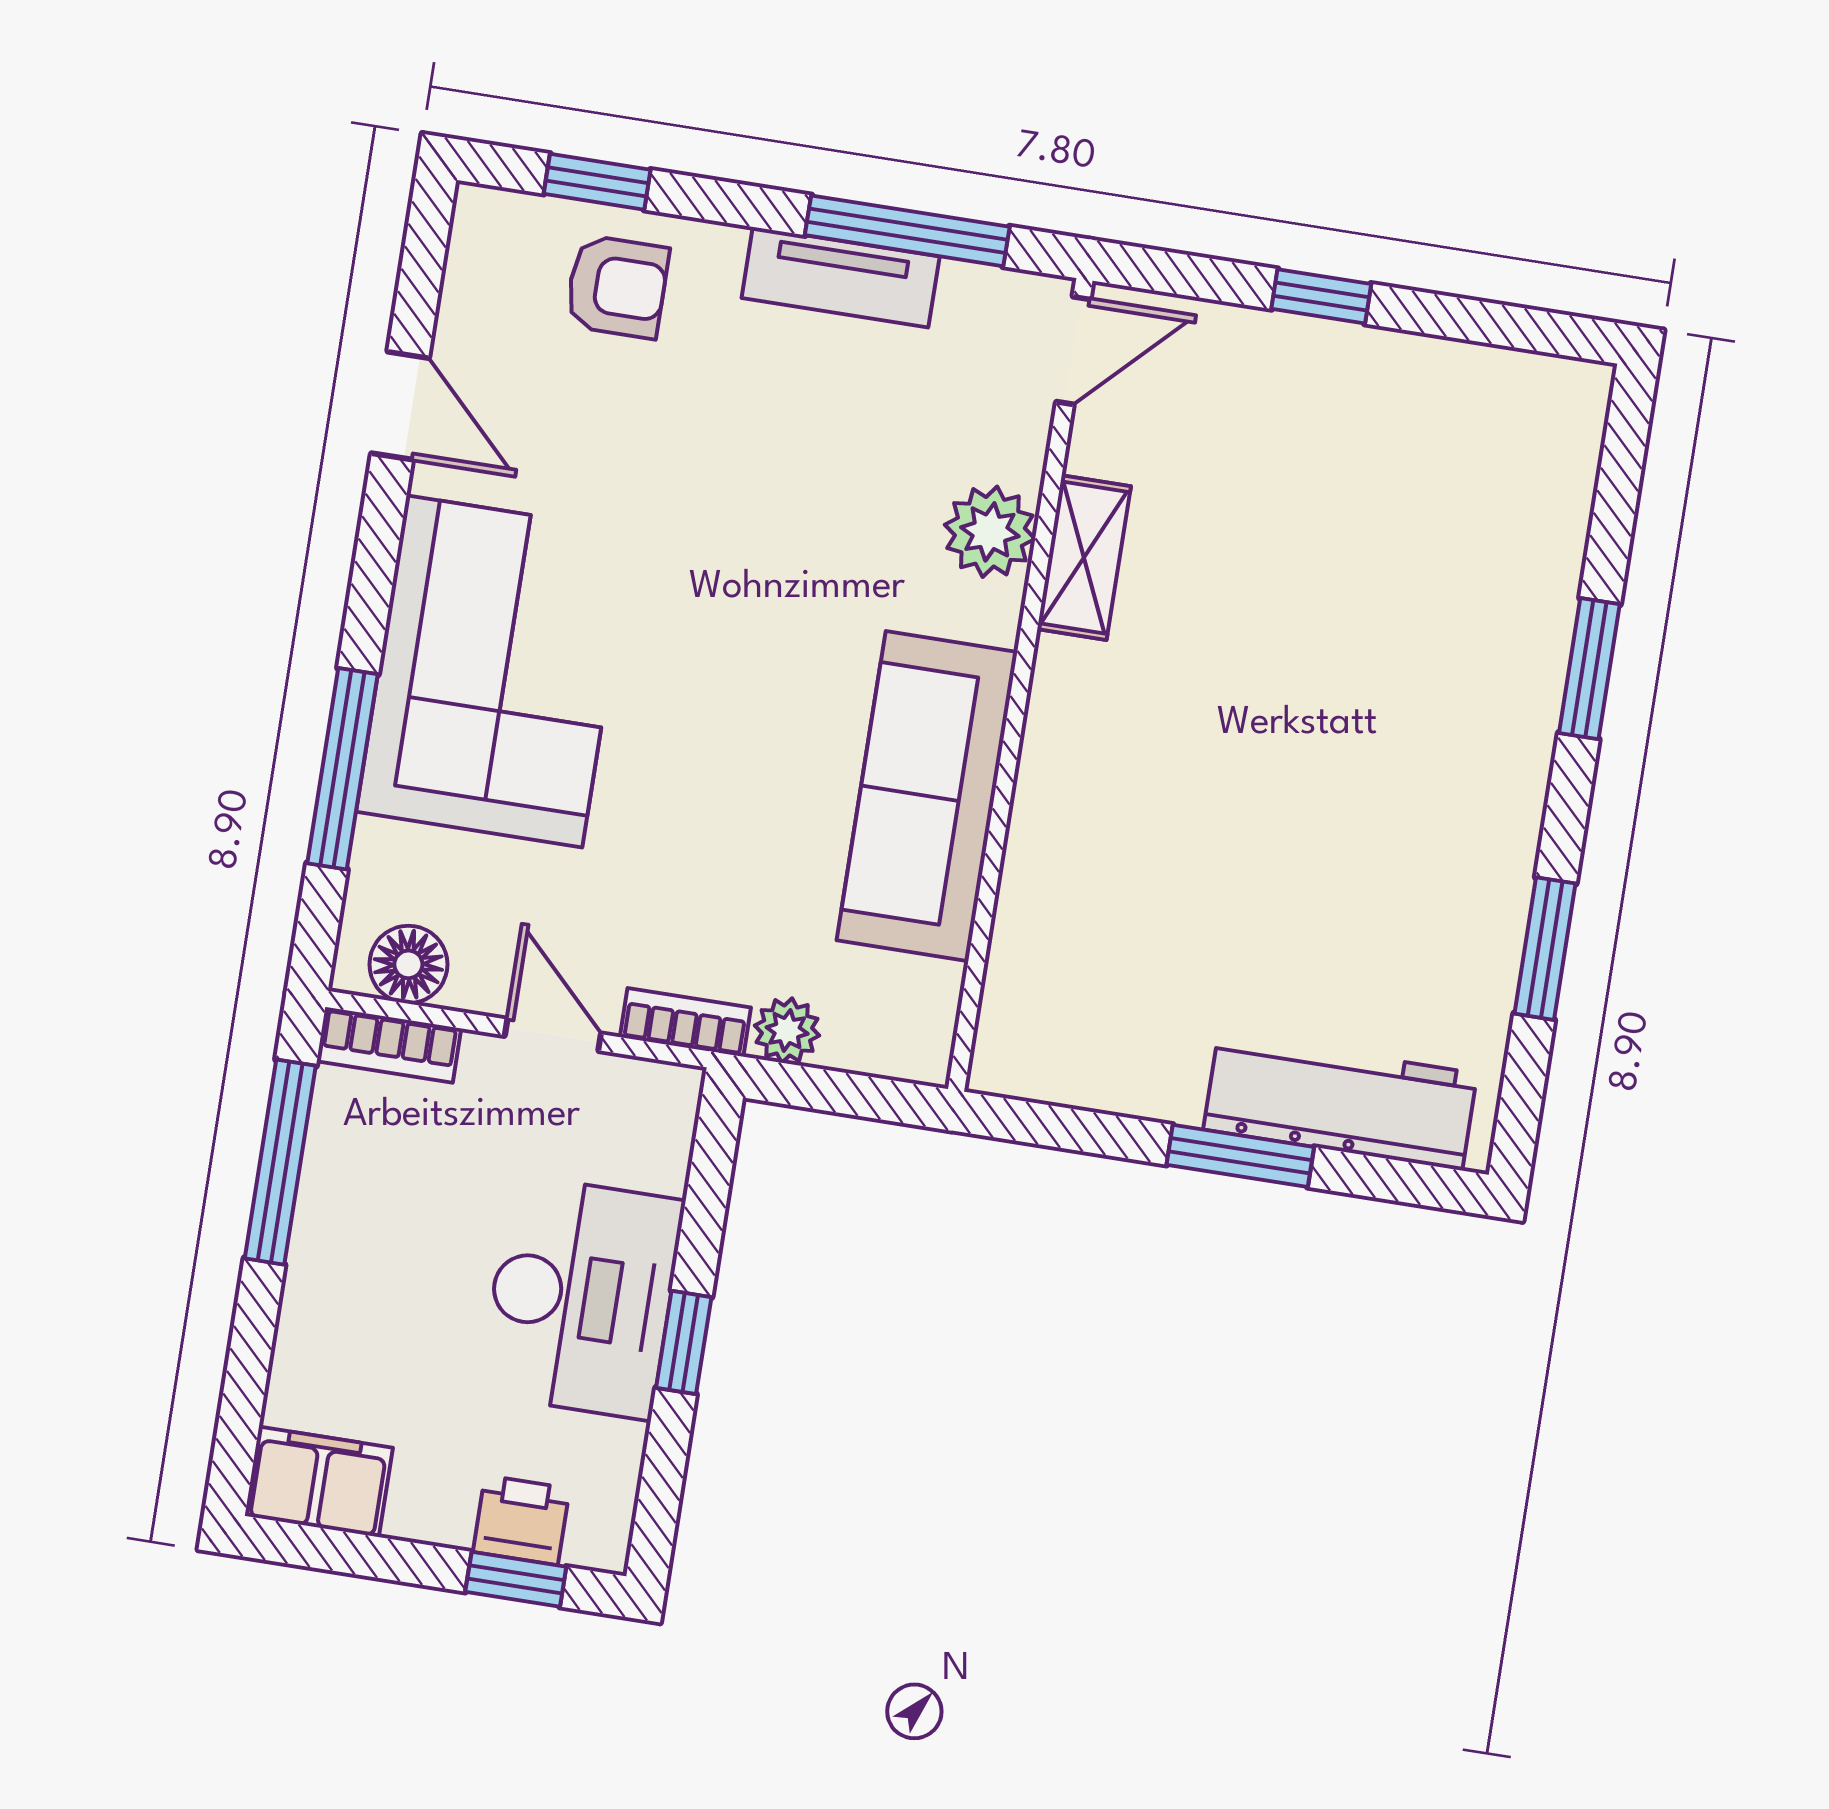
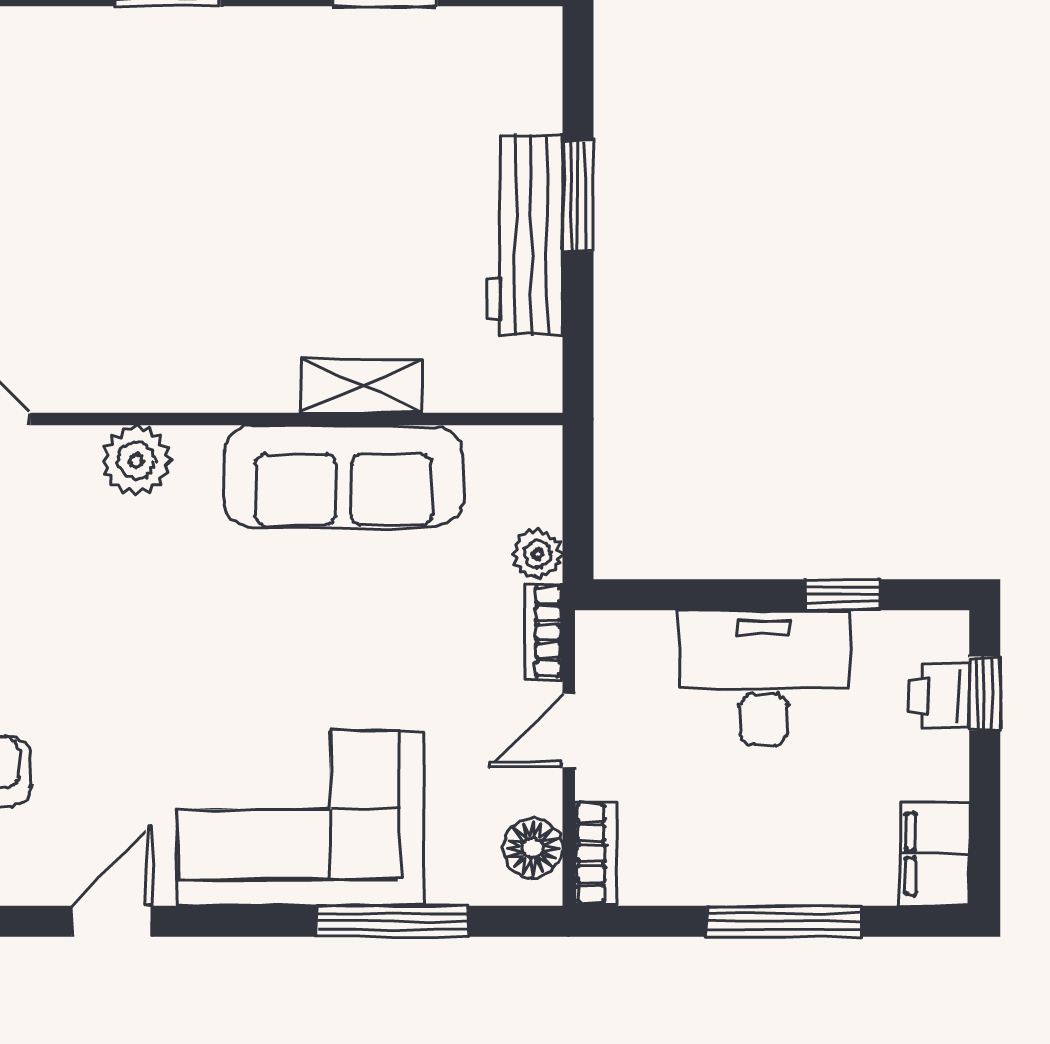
shelving: (1084, 558) -> (362, 386), moved
workbench: (1340, 1101) -> (525, 235), moved
window: (280, 1162) -> (784, 921), moved
window: (684, 1342) -> (842, 595), moved

